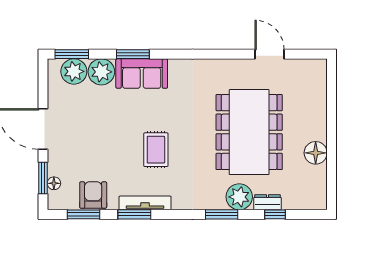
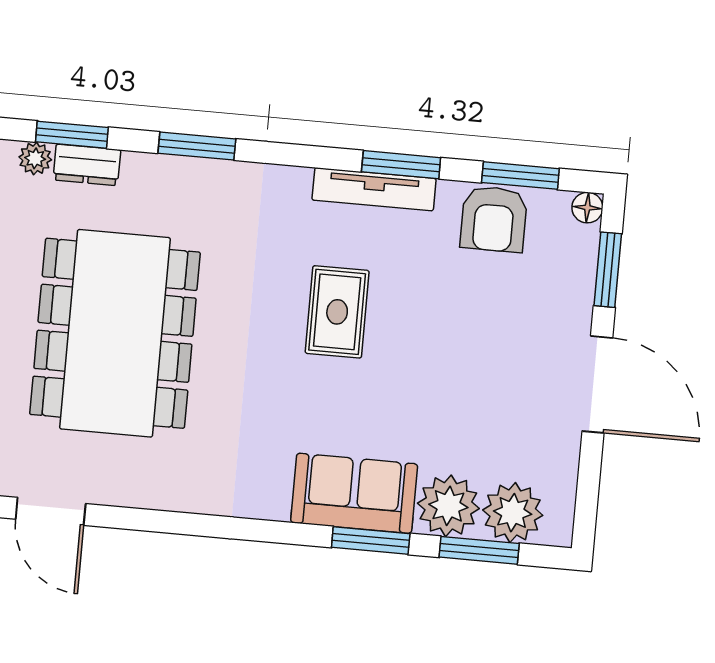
window: (72, 54) -> (479, 550), moved
floor lamp: (54, 183) -> (587, 208), moved
plant: (239, 197) -> (35, 158), moved, width x0.53, depth x0.53
window: (275, 214) -> (72, 135), width x1.50

